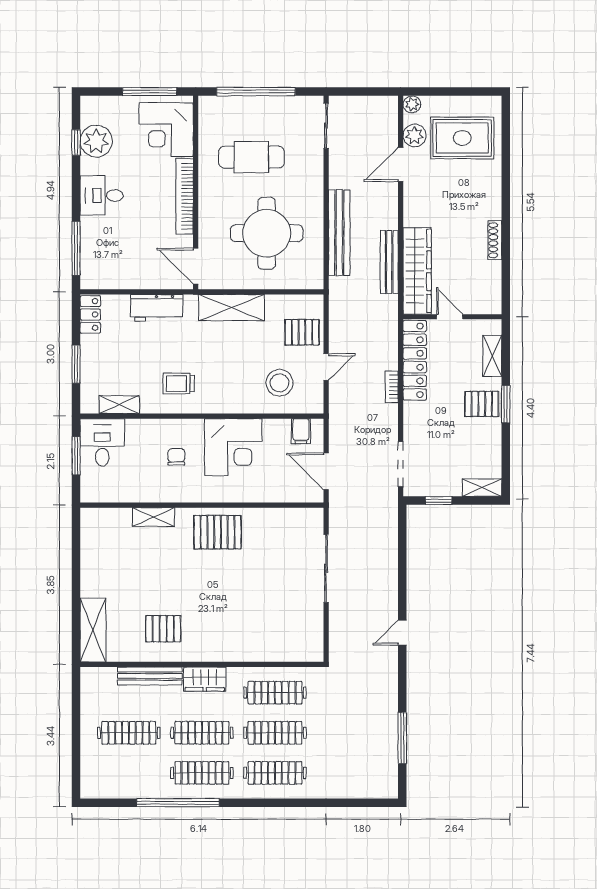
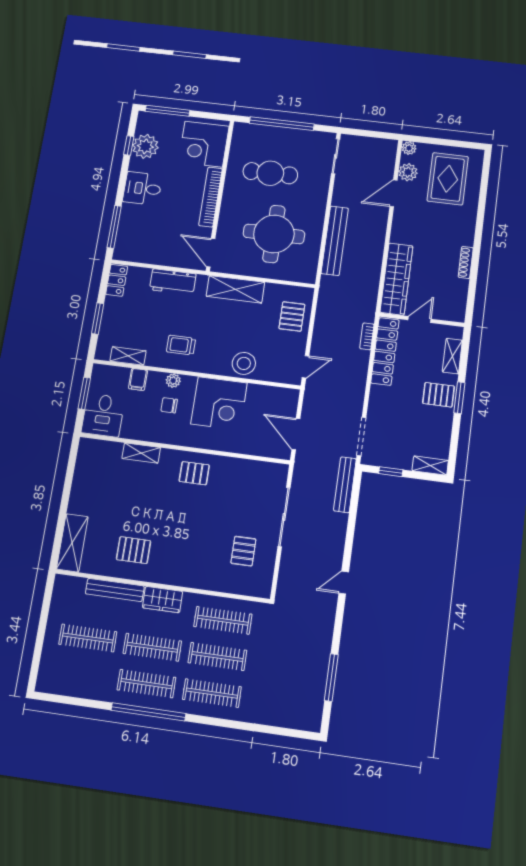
window: (150, 92) -> (168, 111), moved
rug: (462, 138) -> (448, 179), turned 90
bench: (389, 262) -> (345, 485), moved
door: (450, 317) -> (420, 319), hinge flipped
pallet: (302, 332) -> (292, 316), turned 90
door: (326, 367) -> (305, 367), moved
stool: (279, 383) -> (244, 363), moved
bookcase: (392, 387) -> (367, 336), moved
plant: (176, 427) -> (173, 381), added
filing cabinet: (301, 431) -> (138, 379), moved
desk: (102, 442) -> (103, 415), moved, turned 180
chair: (176, 457) -> (169, 405), turned -90
pallet: (217, 532) -> (194, 473), width x0.67, depth x0.71
pallet: (286, 613) -> (243, 551), added
window: (178, 803) -> (148, 712), moved

